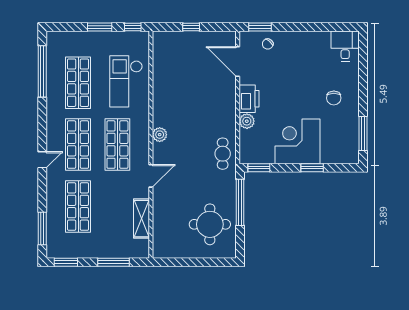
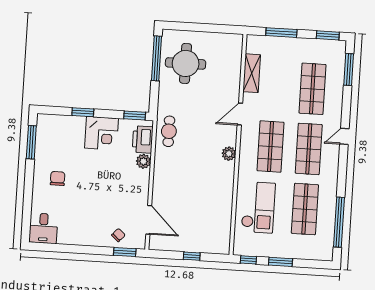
printer: (249, 99) -> (143, 139), moved
corner desk: (298, 141) -> (102, 133), width x0.74, depth x0.74
window: (240, 202) -> (157, 58), moved

